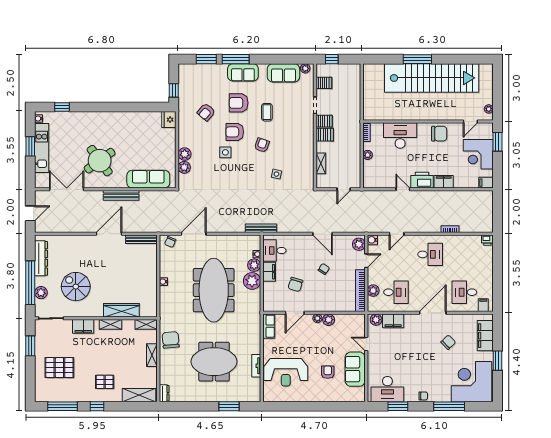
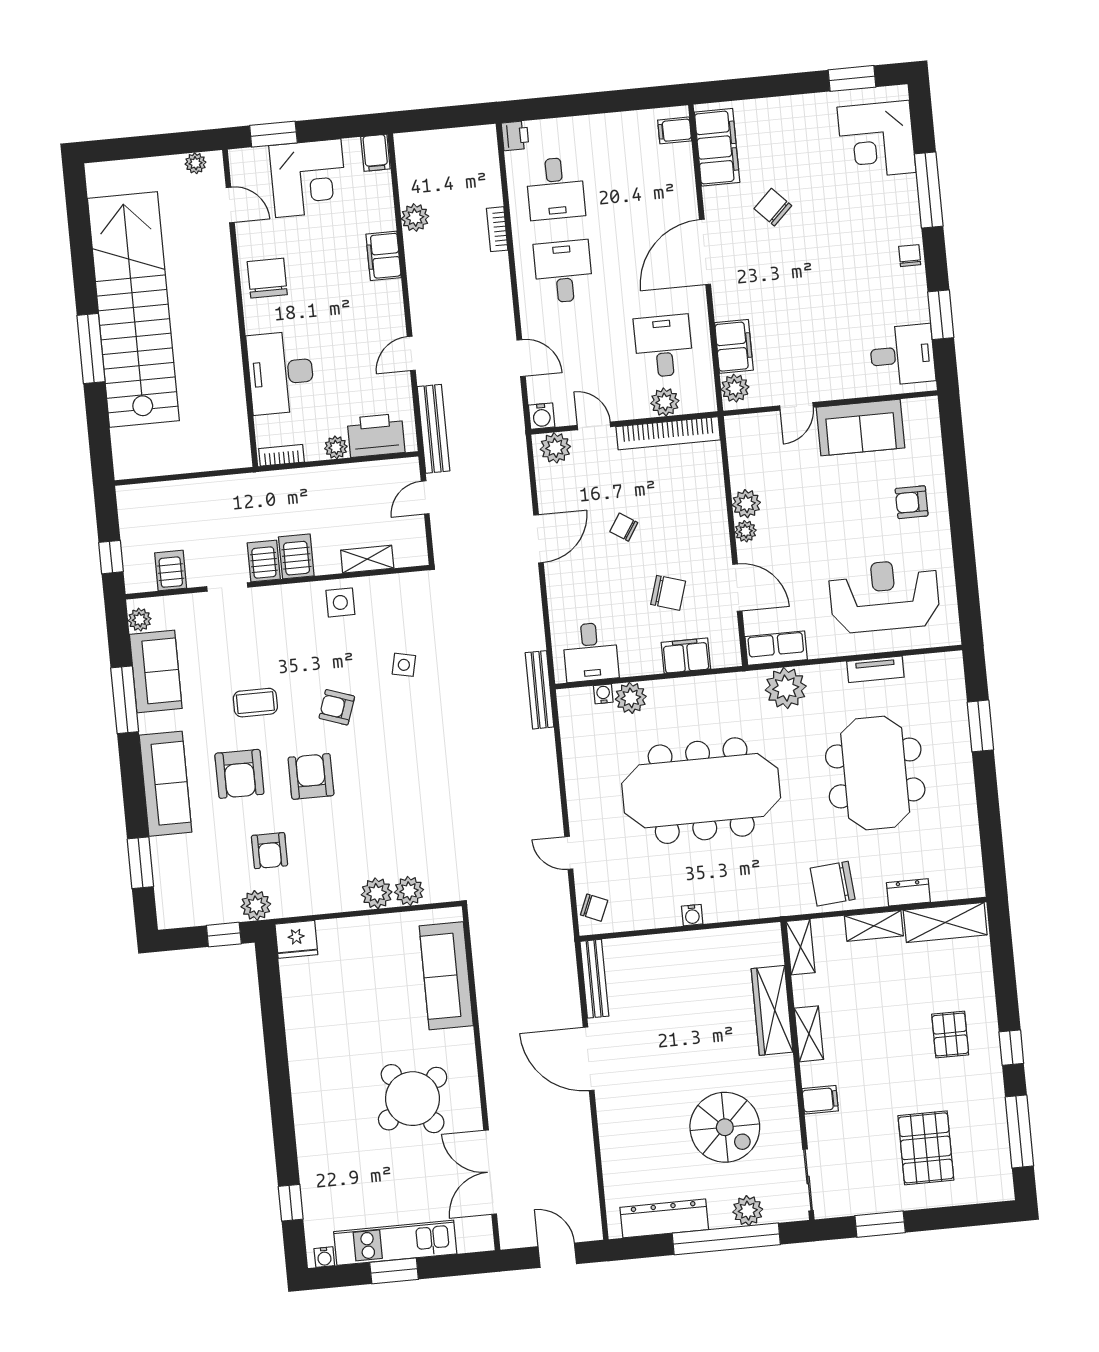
window: (236, 59) -> (125, 700), moved
sofa: (243, 72) -> (165, 784), width x1.36
plant: (184, 104) -> (256, 905), added
armchair: (206, 112) -> (269, 851), turned 50
armchair: (235, 132) -> (311, 776), turned 180
side table: (225, 152) -> (340, 602), moved
printer: (422, 180) -> (376, 435), moved, turned 90
door: (344, 189) -> (425, 497), swing flipped
bench: (121, 195) -> (434, 429), moved
plant: (458, 196) -> (415, 218), added
door: (194, 234) -> (569, 853), width x0.53
filing cabinet: (269, 272) -> (686, 656), moved
plant: (252, 281) -> (786, 688), moved
spiral stairs: (76, 287) -> (725, 1127), turned -90
desk: (464, 292) -> (555, 188), moved
door: (433, 313) -> (705, 252), hinge flipped
filing cabinet: (83, 326) -> (820, 1100), width x0.50
filing cabinet: (485, 336) -> (717, 147), moved, turned -90
window: (497, 361) -> (852, 78), moved
reception desk: (286, 372) -> (884, 596), turned -90
armchair: (328, 372) -> (912, 502), moved
corner desk: (472, 382) -> (877, 140), width x0.74, depth x0.74
desk: (387, 389) -> (902, 355), width x0.73
dresser: (164, 393) -> (908, 892), moved
shelving: (139, 395) -> (945, 922), moved, turned 90

